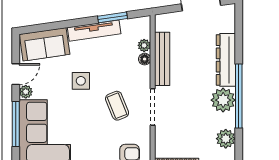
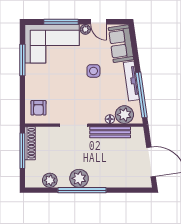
window: (112, 17) -> (141, 95), width x2.11
plant: (144, 45) -> (124, 115), width x1.87, depth x1.87
dresser: (226, 60) -> (109, 180), removed
coffee table: (117, 106) -> (75, 98), removed

